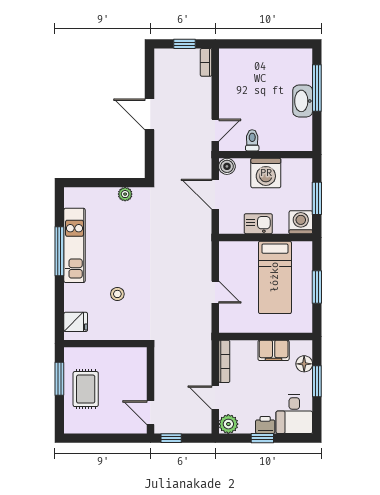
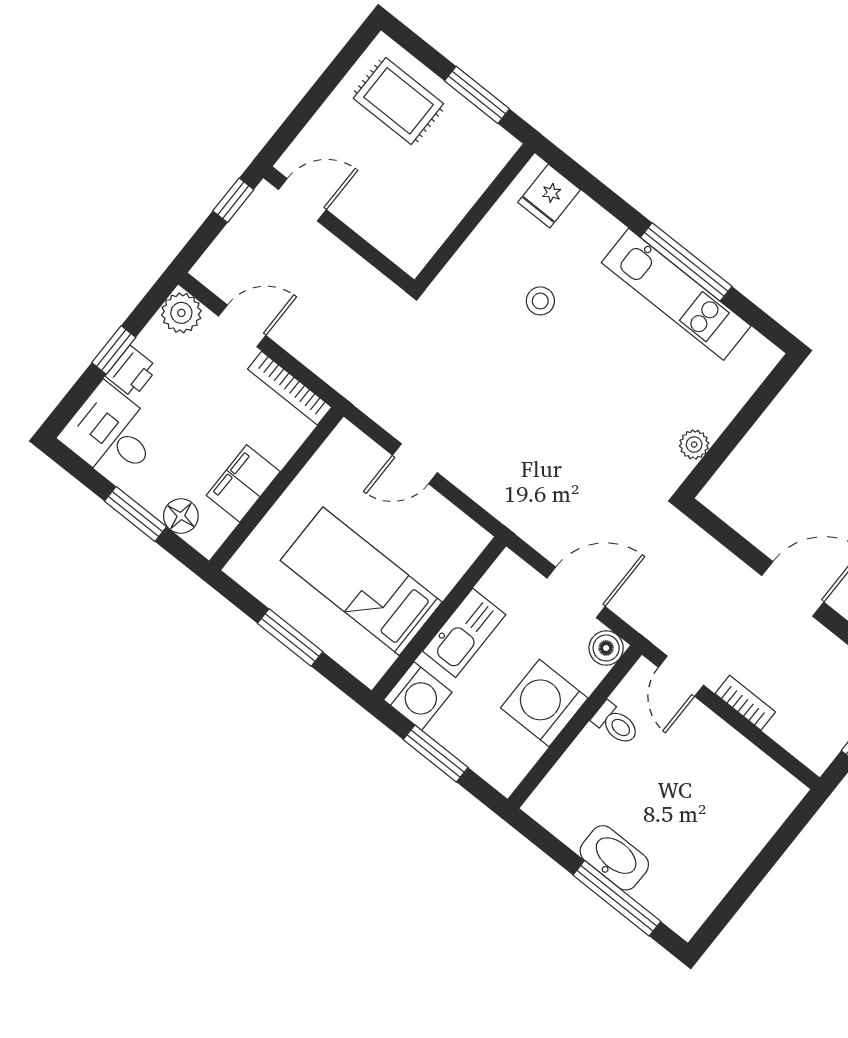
bookcase: (206, 62) -> (745, 703), moved
kitchen sink: (258, 224) -> (464, 633), width x1.38
rug: (86, 389) -> (398, 101), moved

